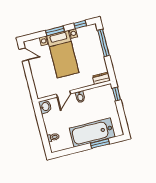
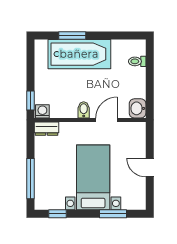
window: (55, 31) -> (113, 214), moved
door: (24, 55) -> (150, 167), moved
washing machine: (107, 89) -> (42, 111), added

